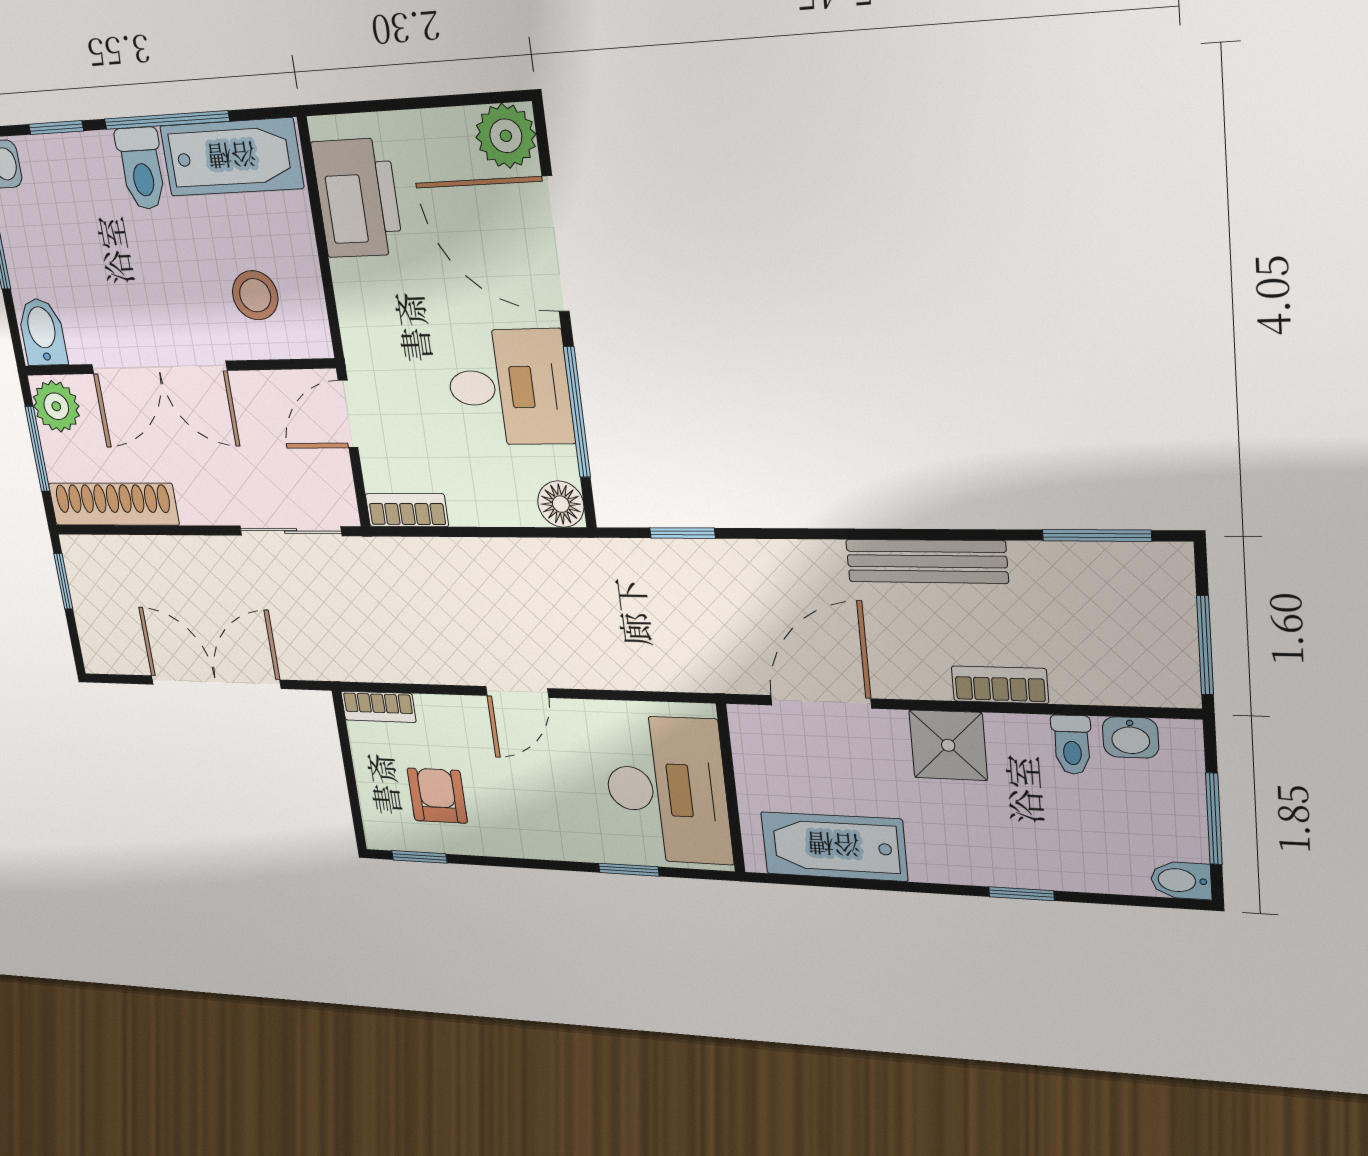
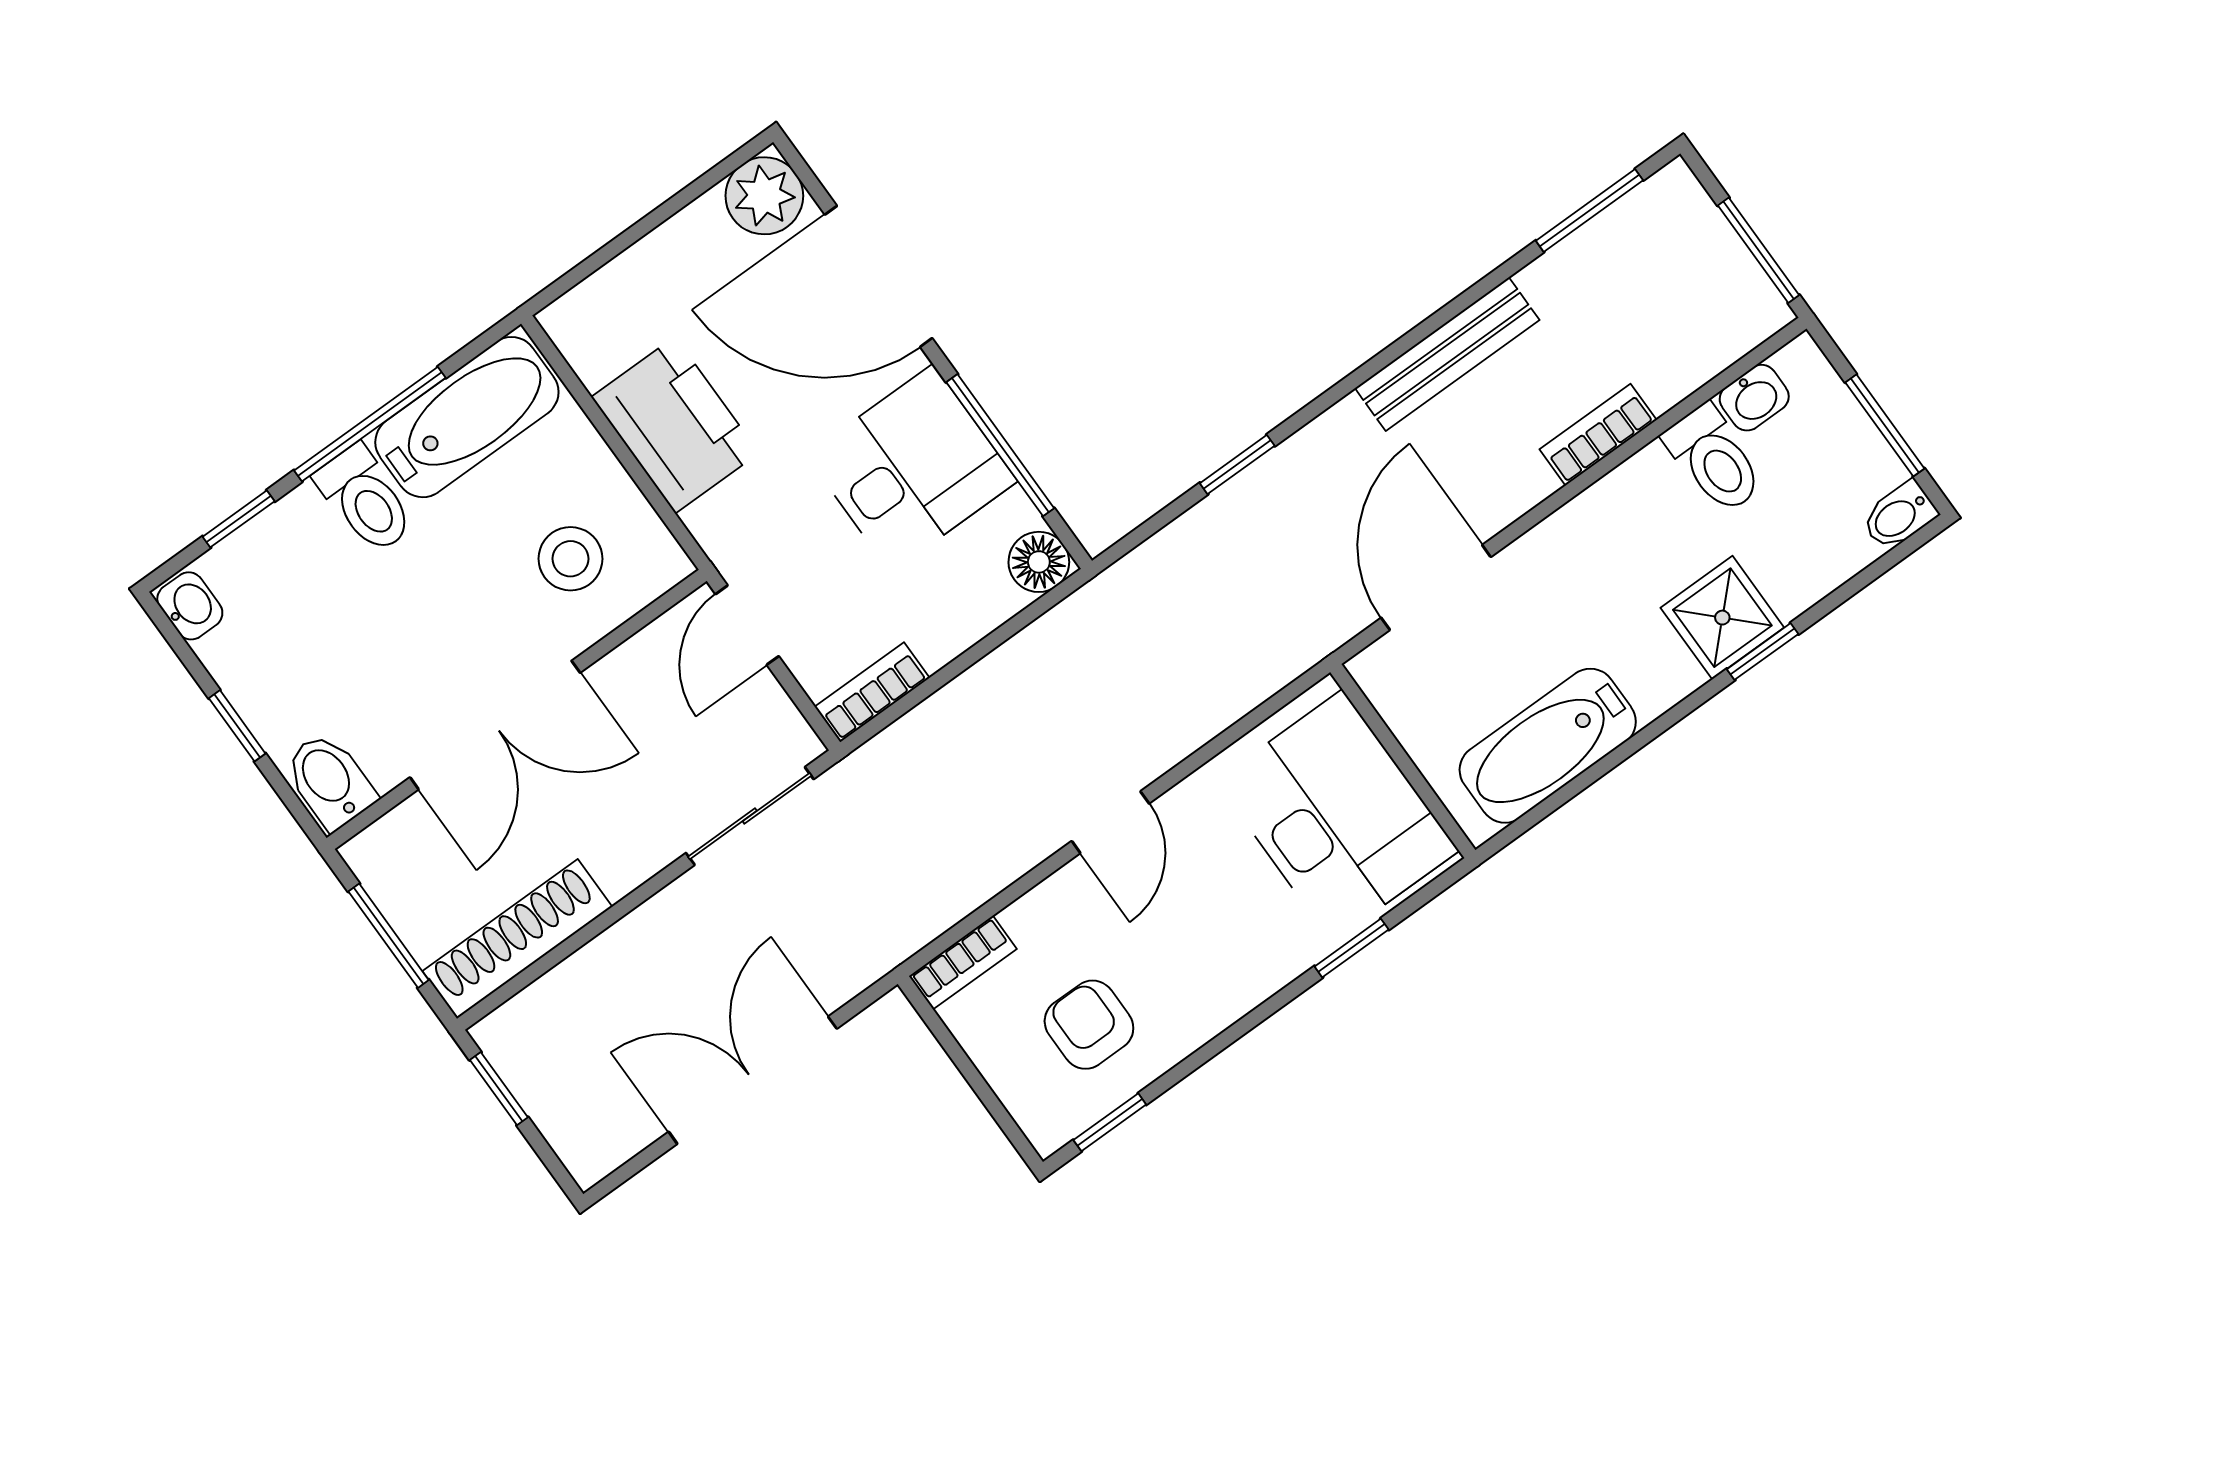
printer: (357, 198) -> (675, 425), moved
plant: (56, 406) -> (389, 863), removed
window: (683, 533) -> (1237, 464), moved
shower: (948, 745) -> (1722, 618), moved
toilet: (1072, 745) -> (1714, 459), width x1.37, depth x1.39

